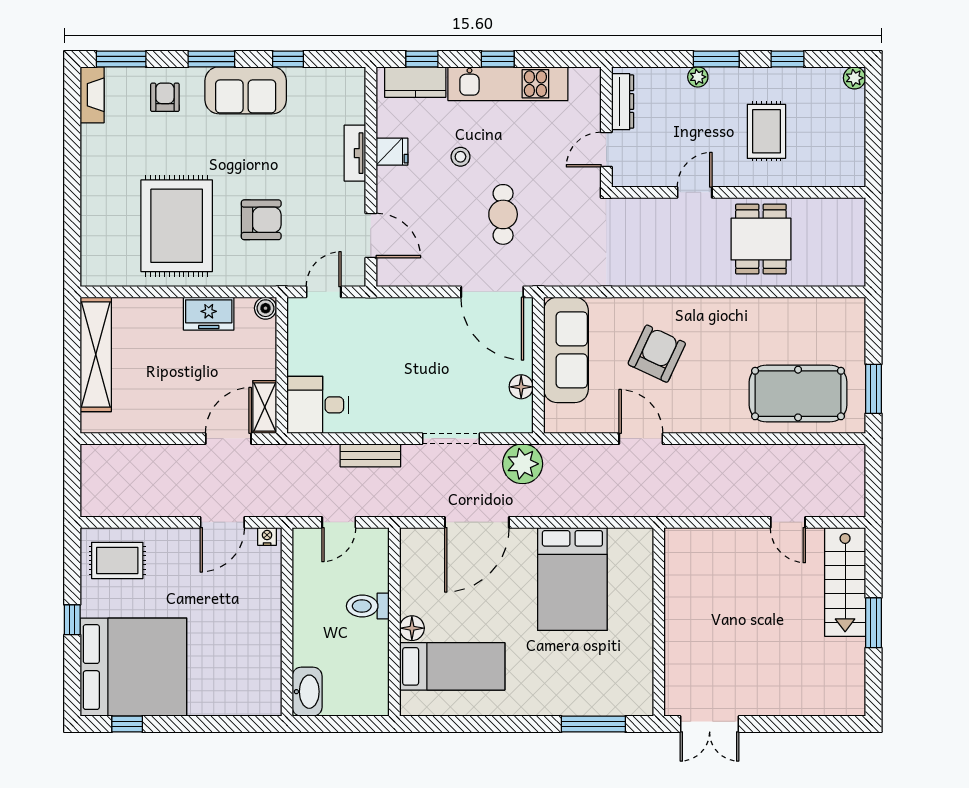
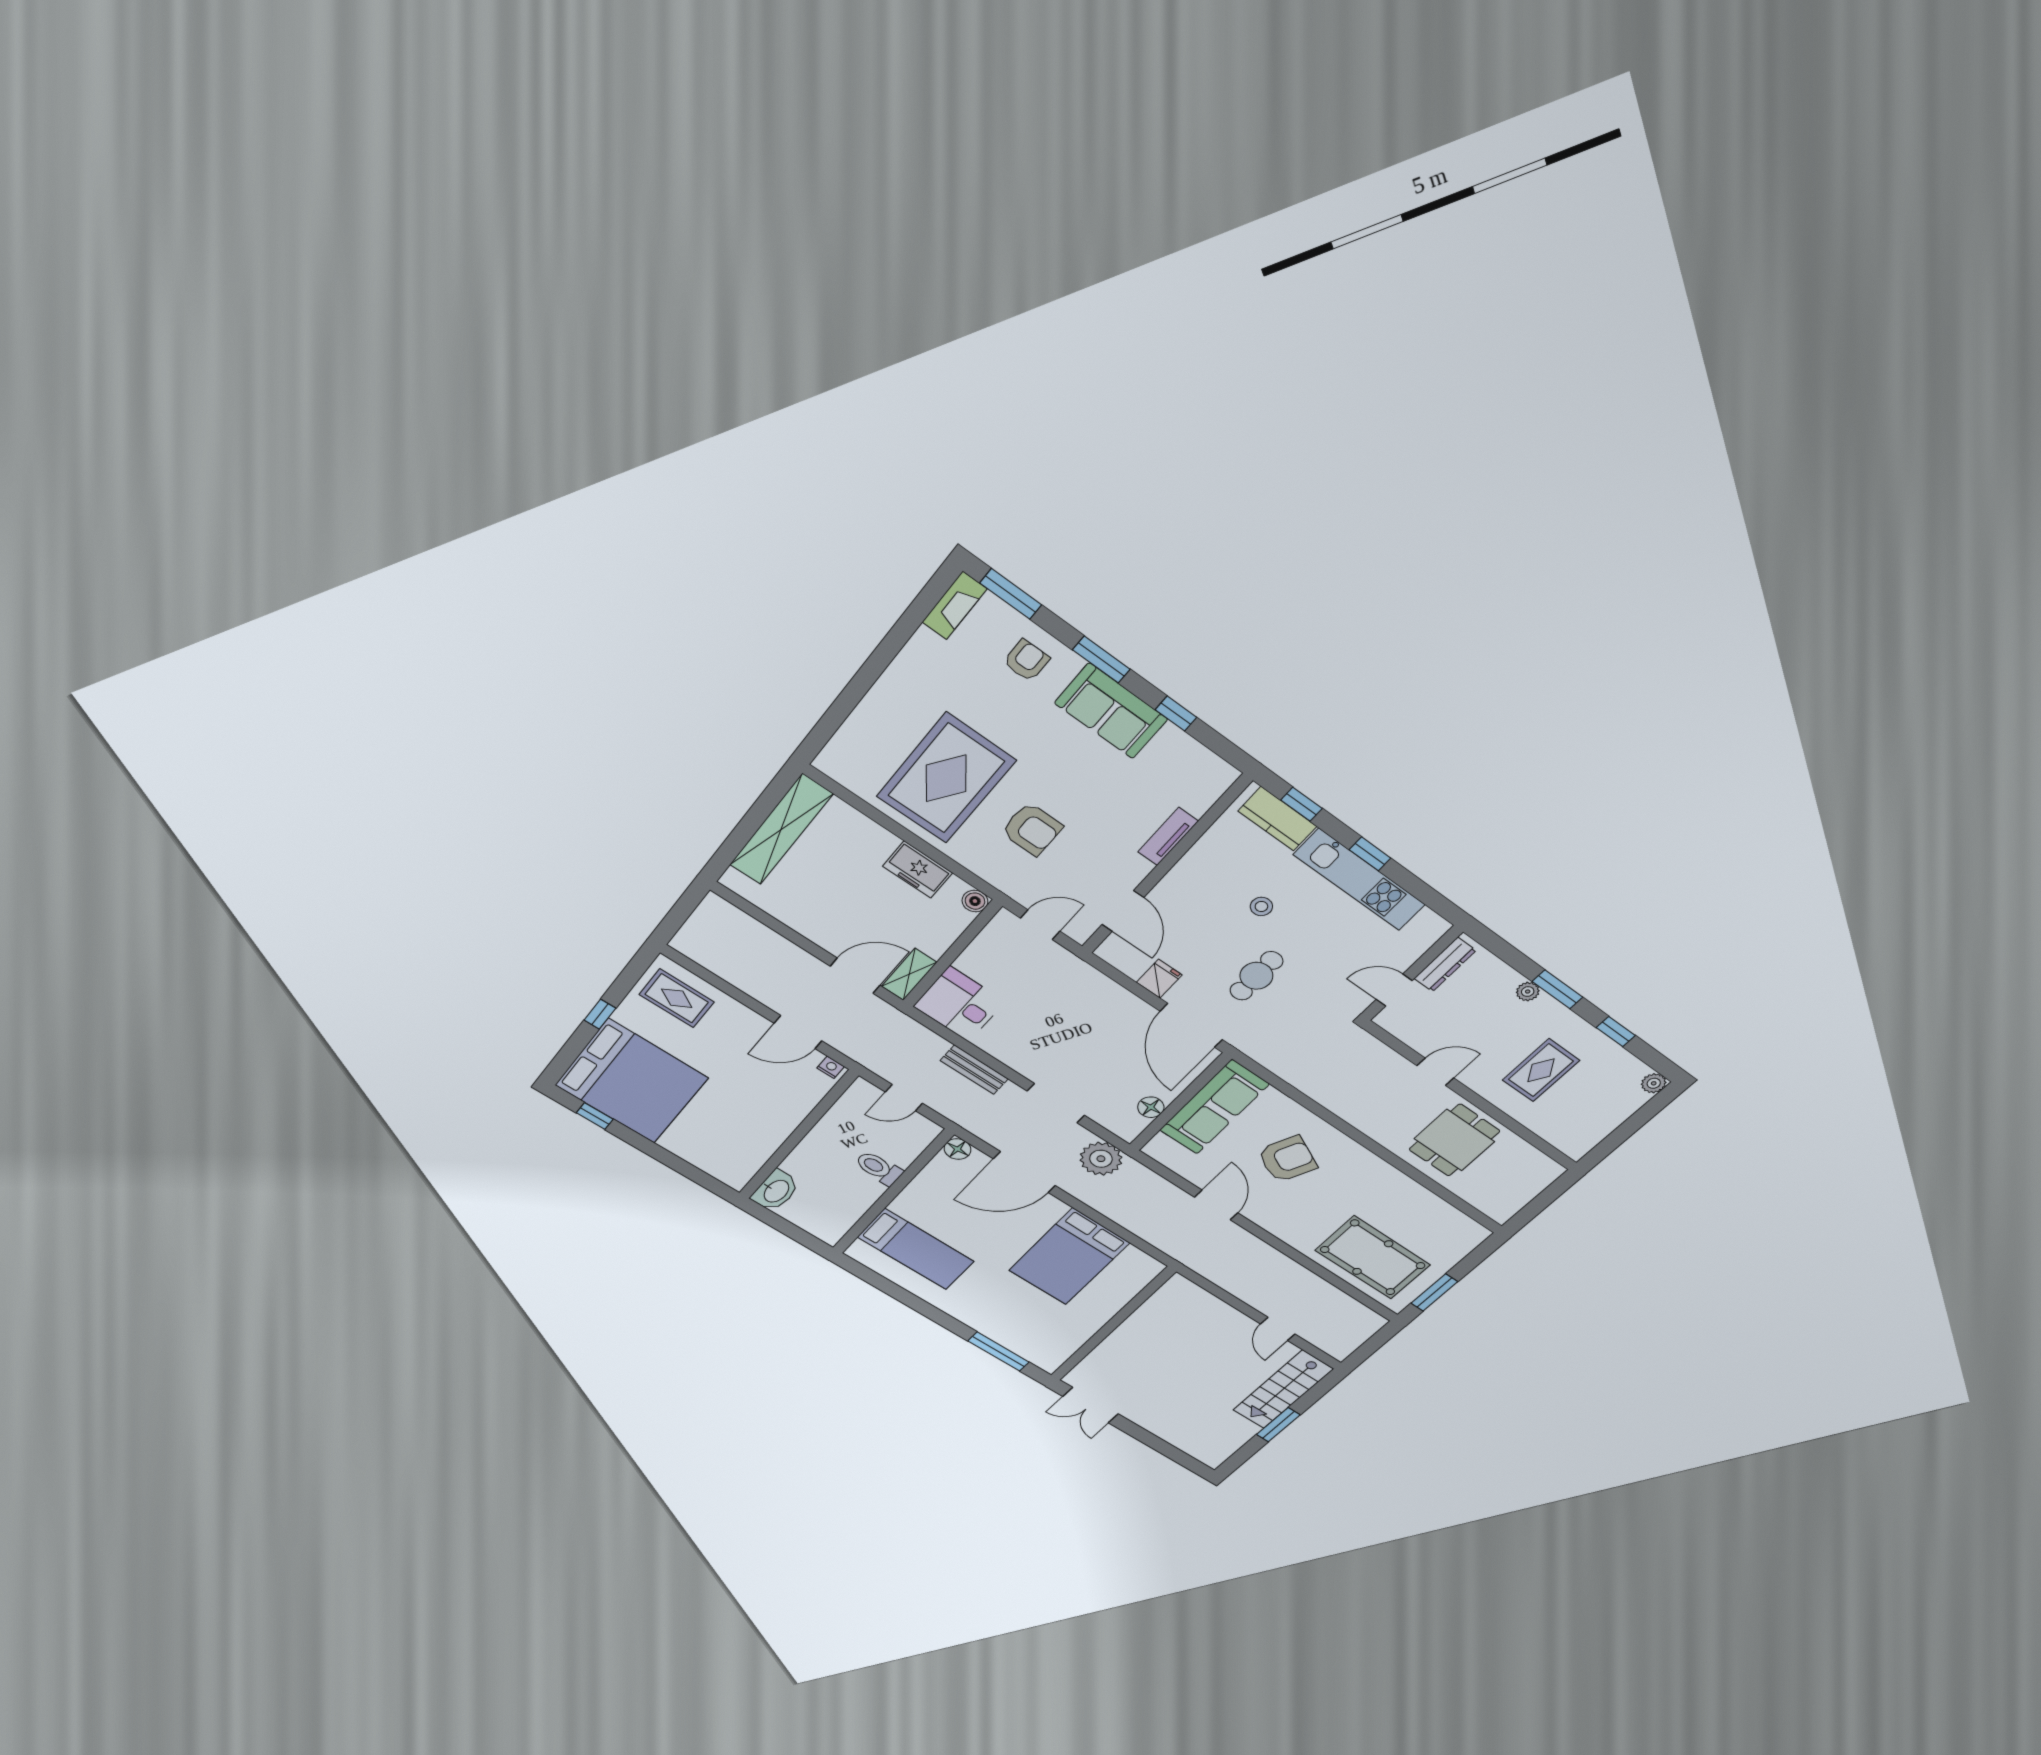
fridge: (392, 152) -> (1159, 979), moved, turned -90
floor lamp: (412, 628) -> (957, 1149), moved

